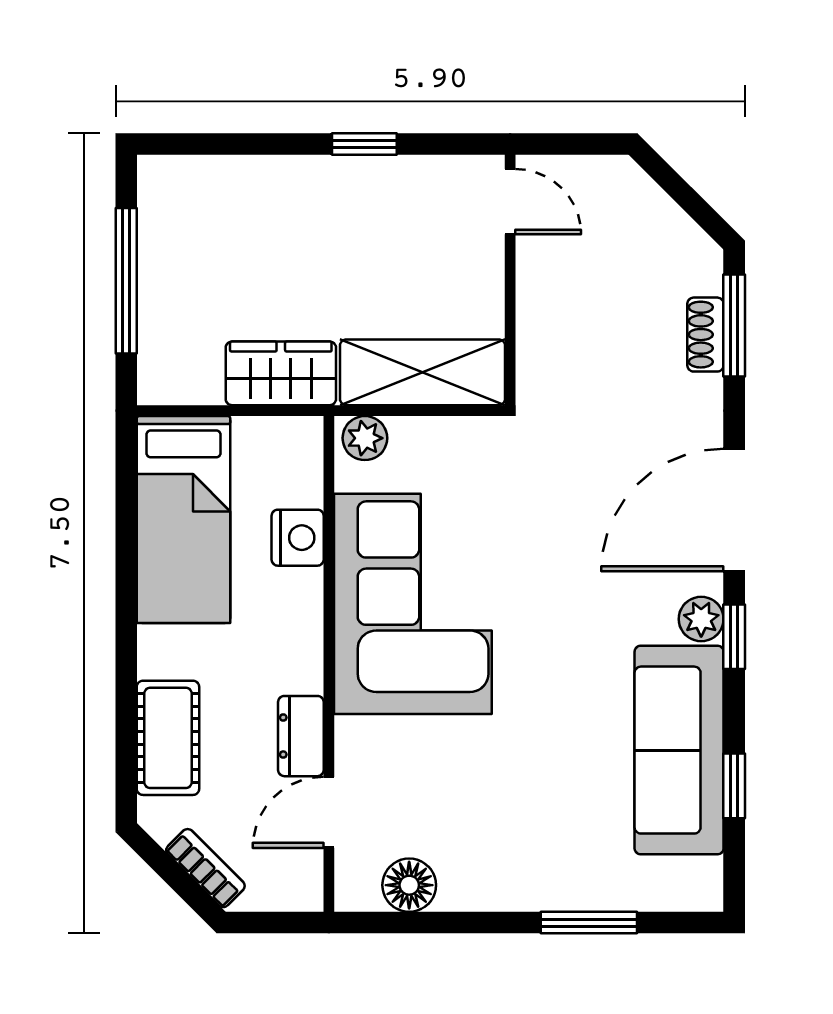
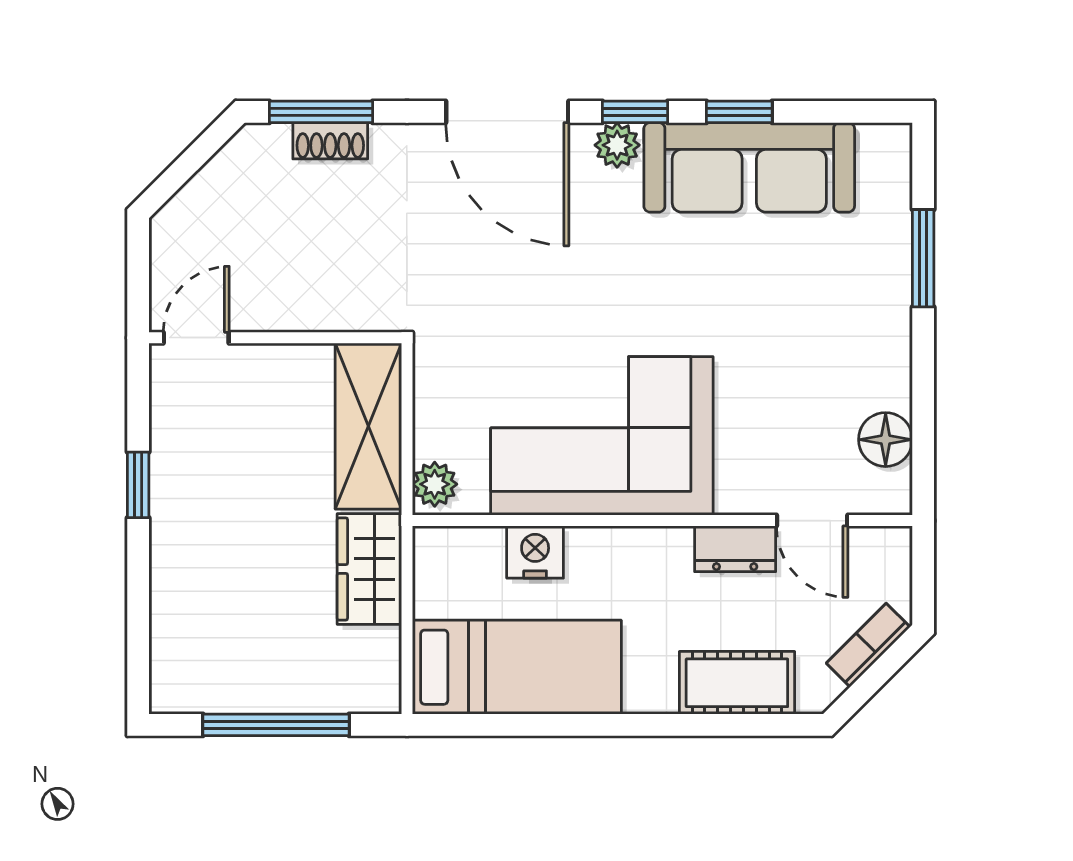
window: (734, 786) -> (739, 112), moved

